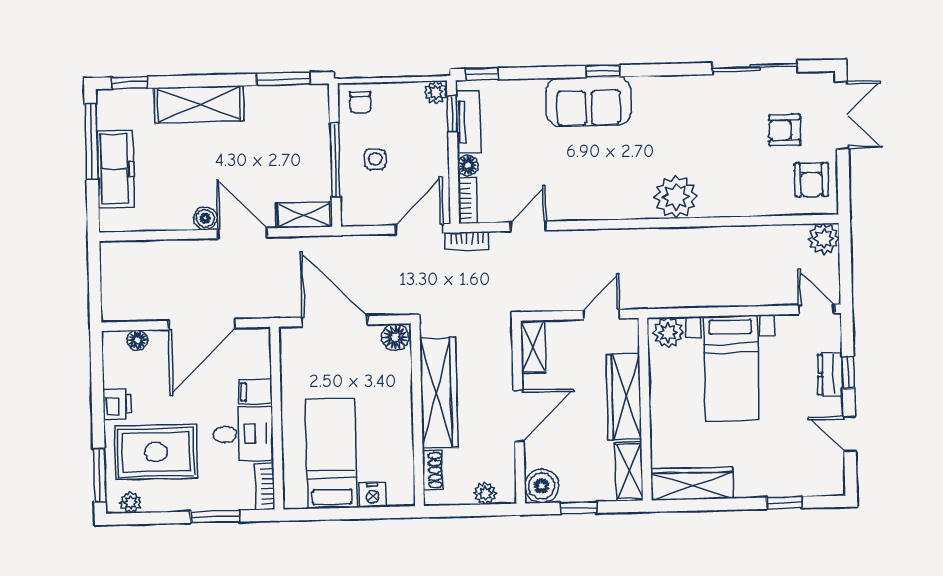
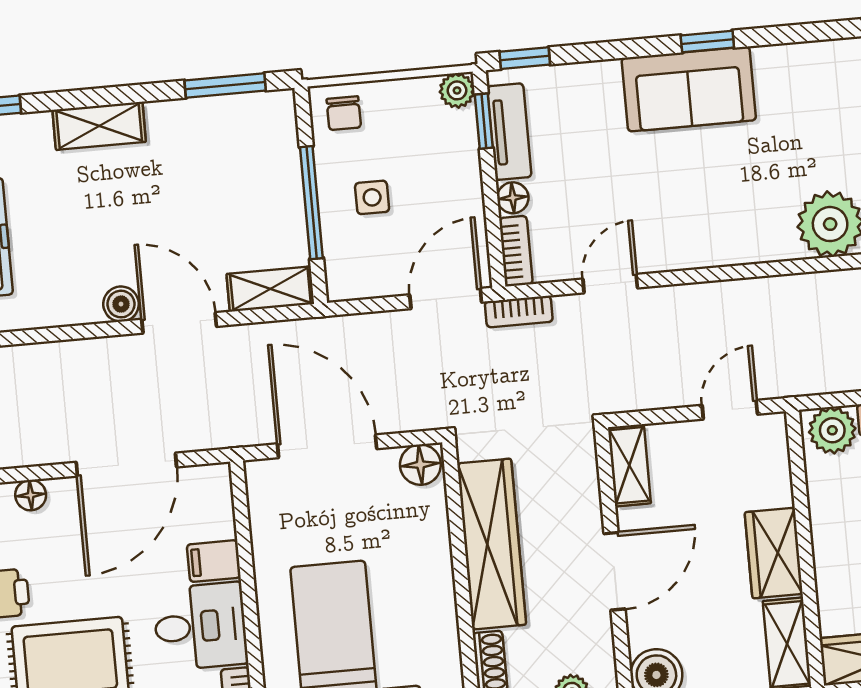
shelving: (199, 104) -> (99, 126), width x0.67, depth x0.75
wardrobe: (624, 397) -> (774, 553), width x0.67

